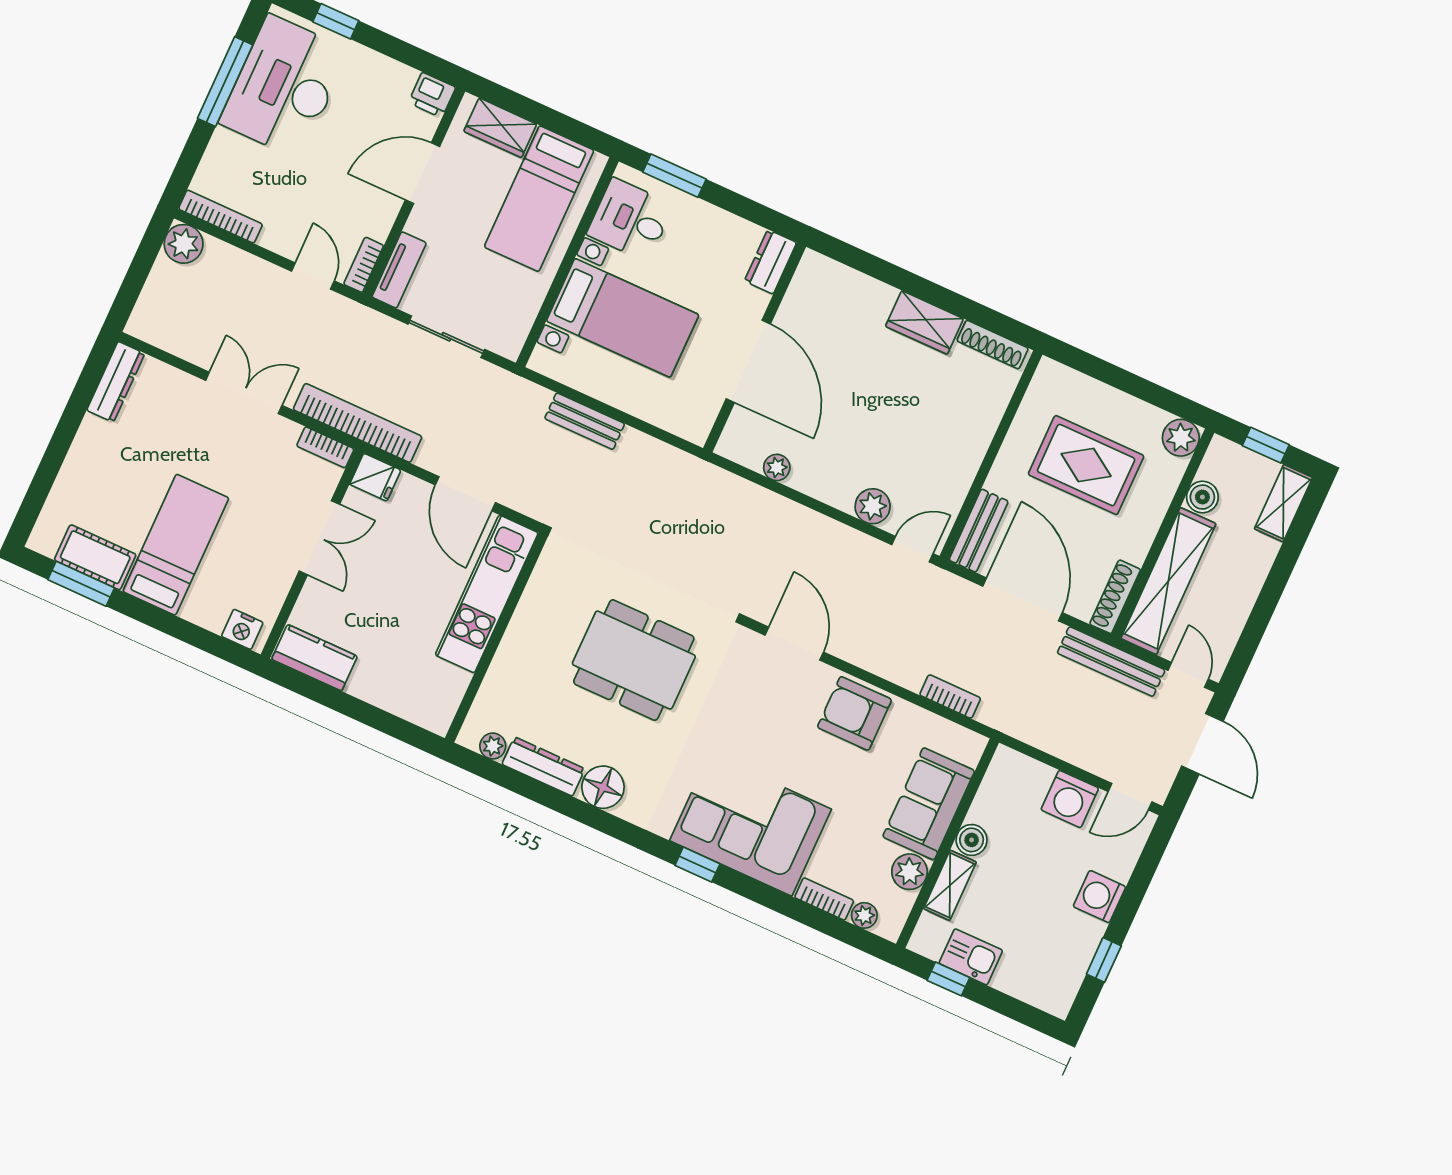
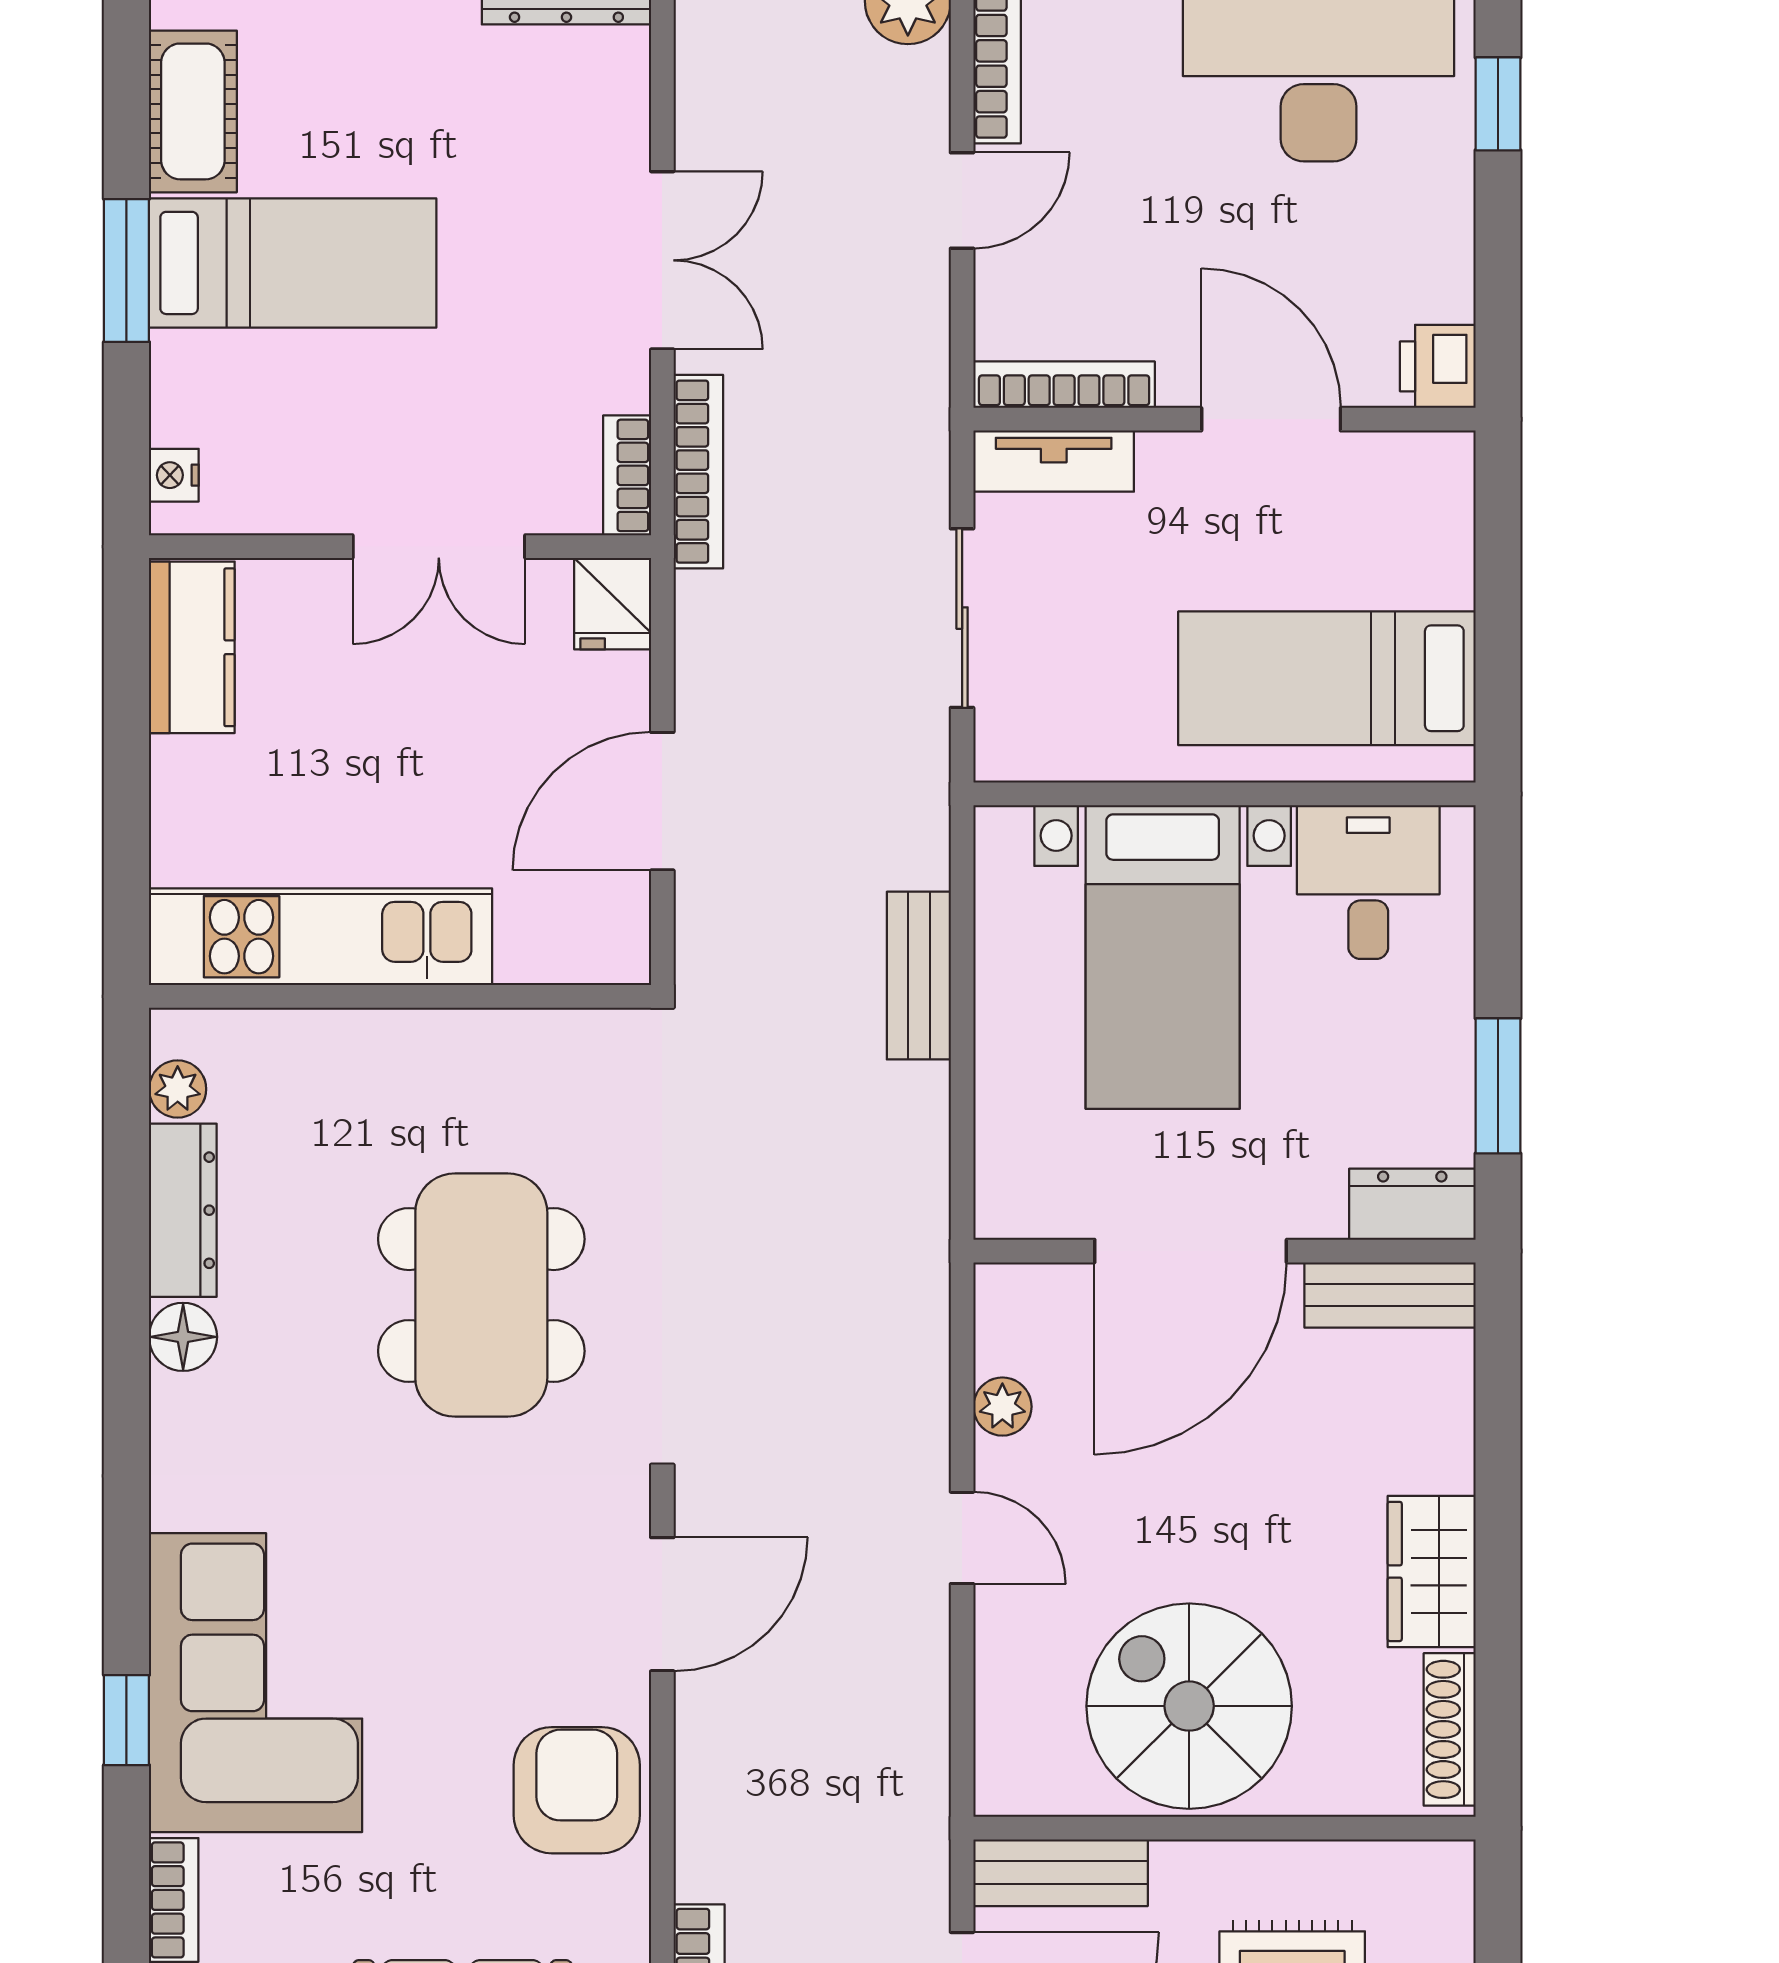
wardrobe: (500, 128) -> (1434, 535), removed
window: (674, 176) -> (1498, 1086), moved
bookcase: (364, 265) -> (1064, 385), width x1.56
door: (313, 276) -> (962, 201), moved
bench: (803, 288) -> (1390, 1295), added
bookcase: (358, 423) -> (698, 472), width x0.68, depth x0.76
spiral stairs: (934, 447) -> (1189, 1706), added
plant: (873, 506) -> (1012, 1636), removed
door: (912, 549) -> (962, 1538), moved
window: (81, 584) -> (126, 270), moved
kitchen unit: (487, 594) -> (320, 937), moved
nightstand: (242, 629) -> (174, 475), width x0.72, depth x0.74
floor lamp: (603, 787) -> (183, 1337), width x0.73, depth x0.73
window: (697, 865) -> (126, 1720), moved

